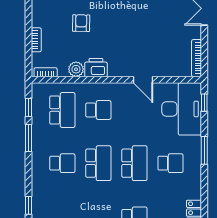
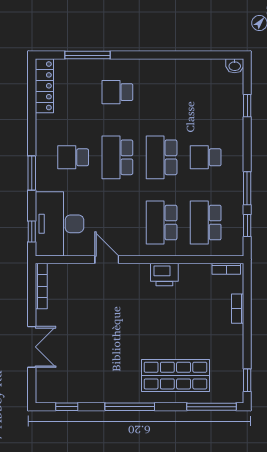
armchair: (81, 23) -> (183, 329), removed
plant: (76, 69) -> (189, 273), removed
school desk: (98, 110) -> (162, 223), width x1.85

